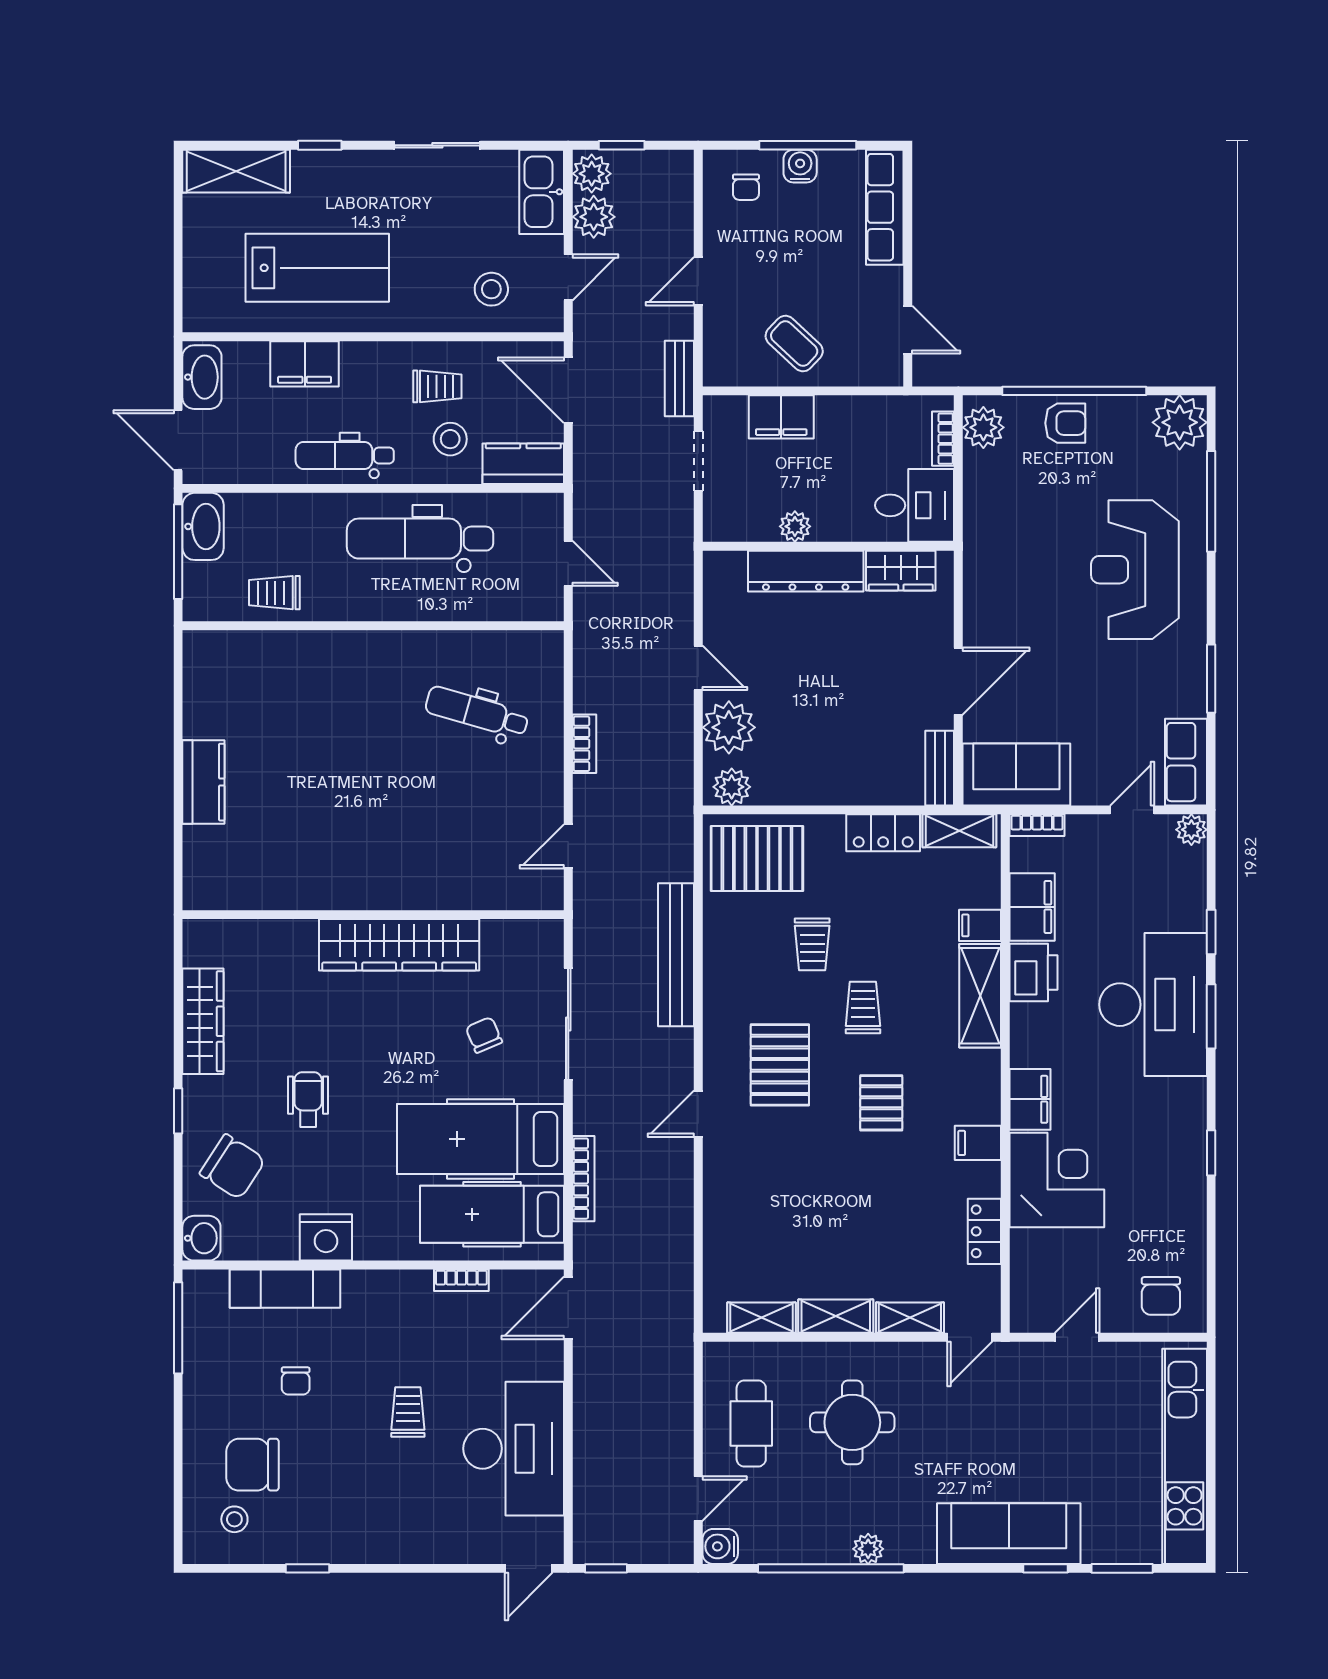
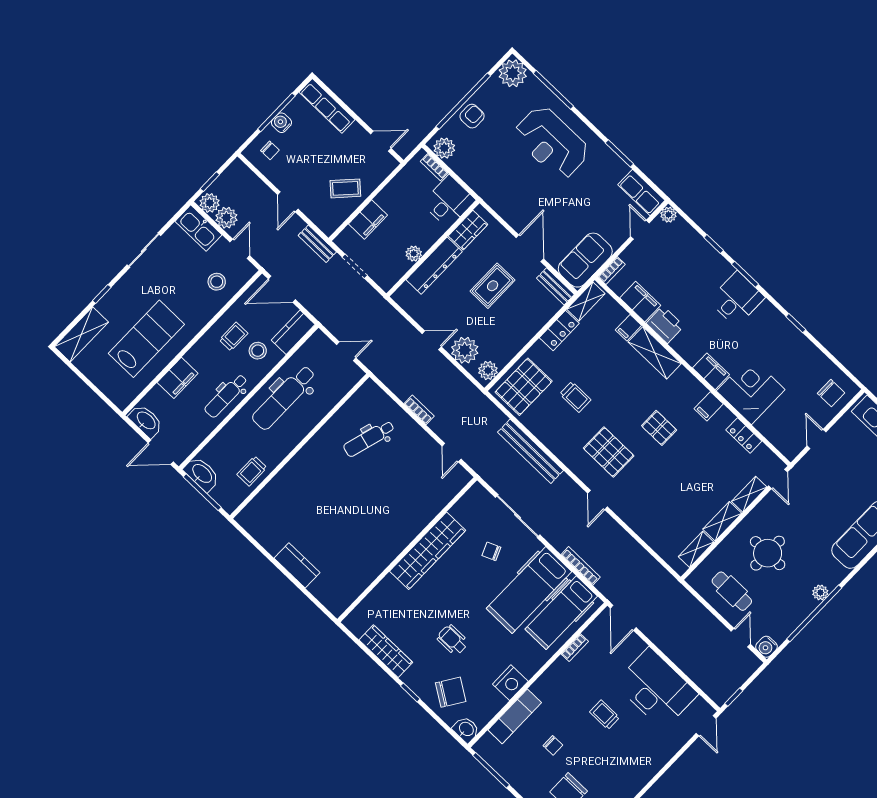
rug: (856, 680) -> (493, 286), added
desk: (1153, 1005) -> (737, 299), width x0.53, depth x0.77
trolley: (863, 1007) -> (617, 401), removed

